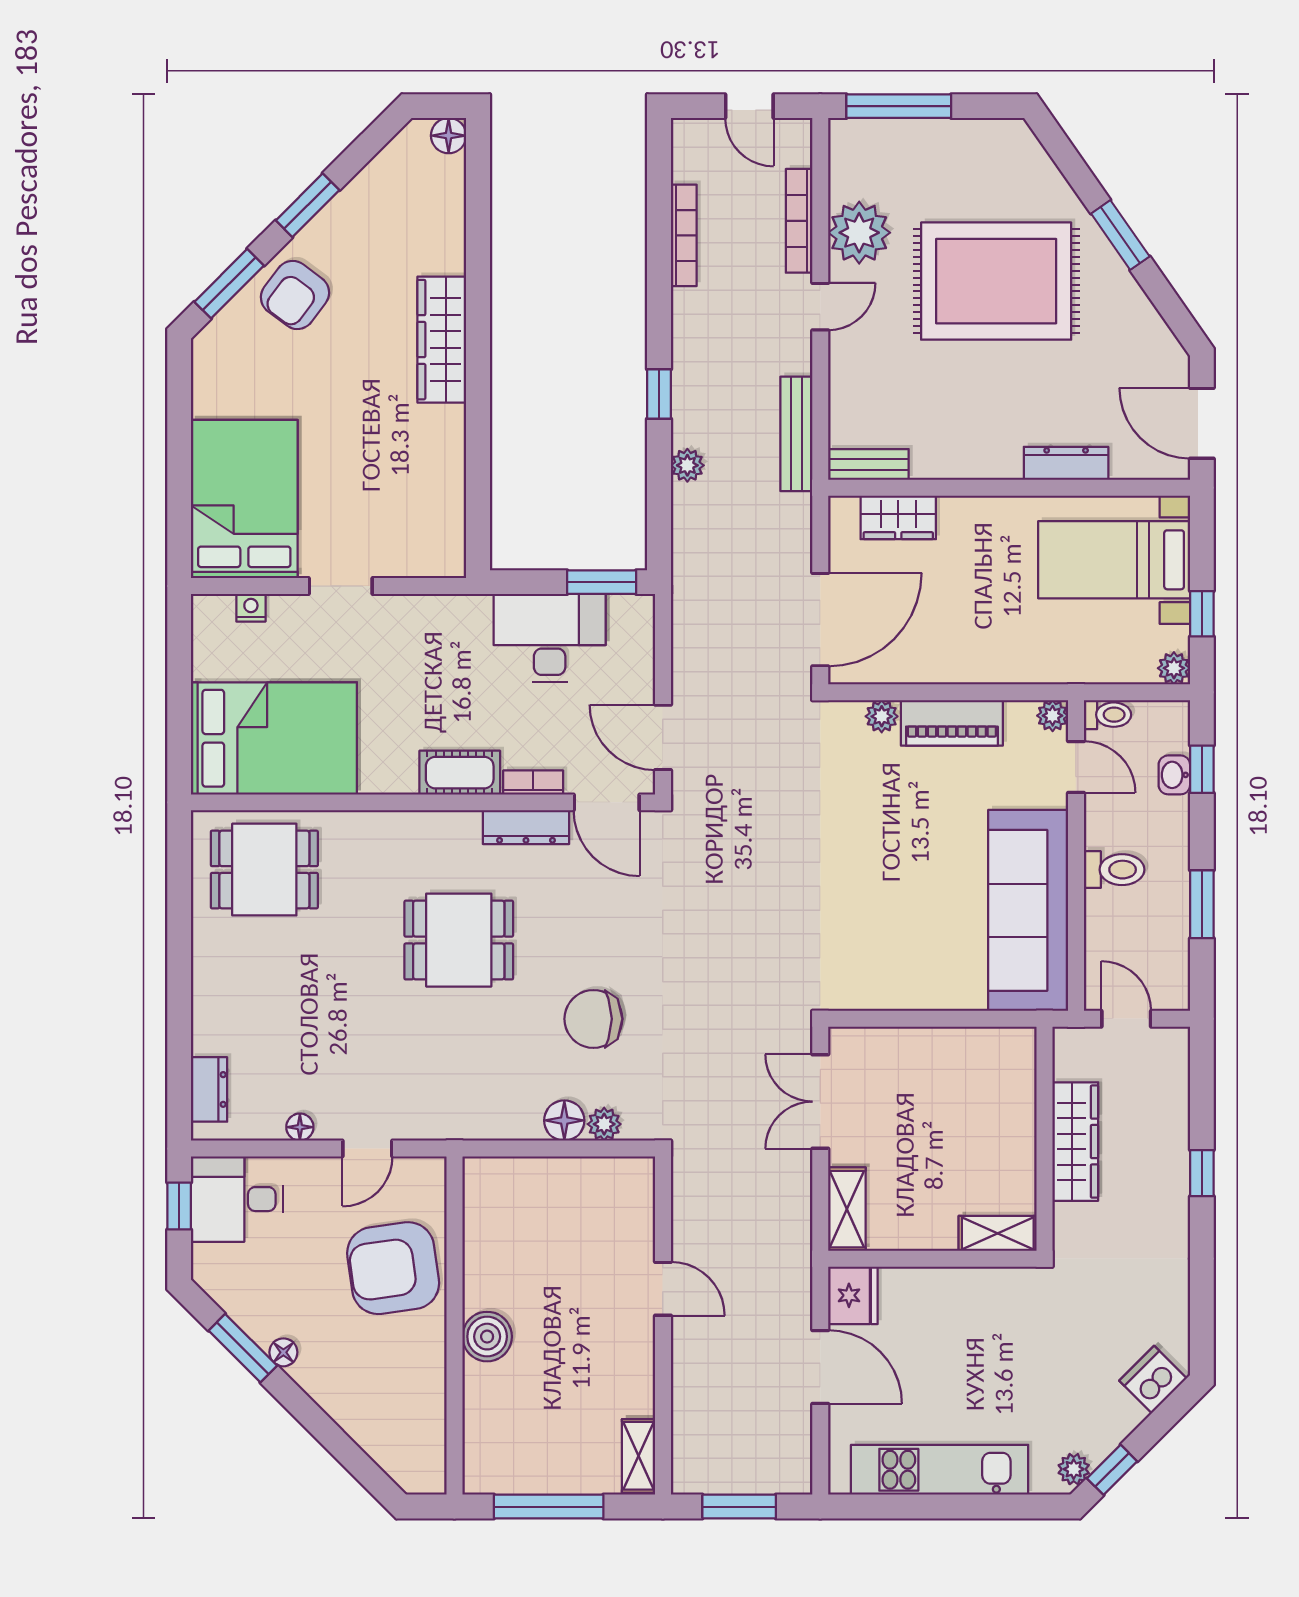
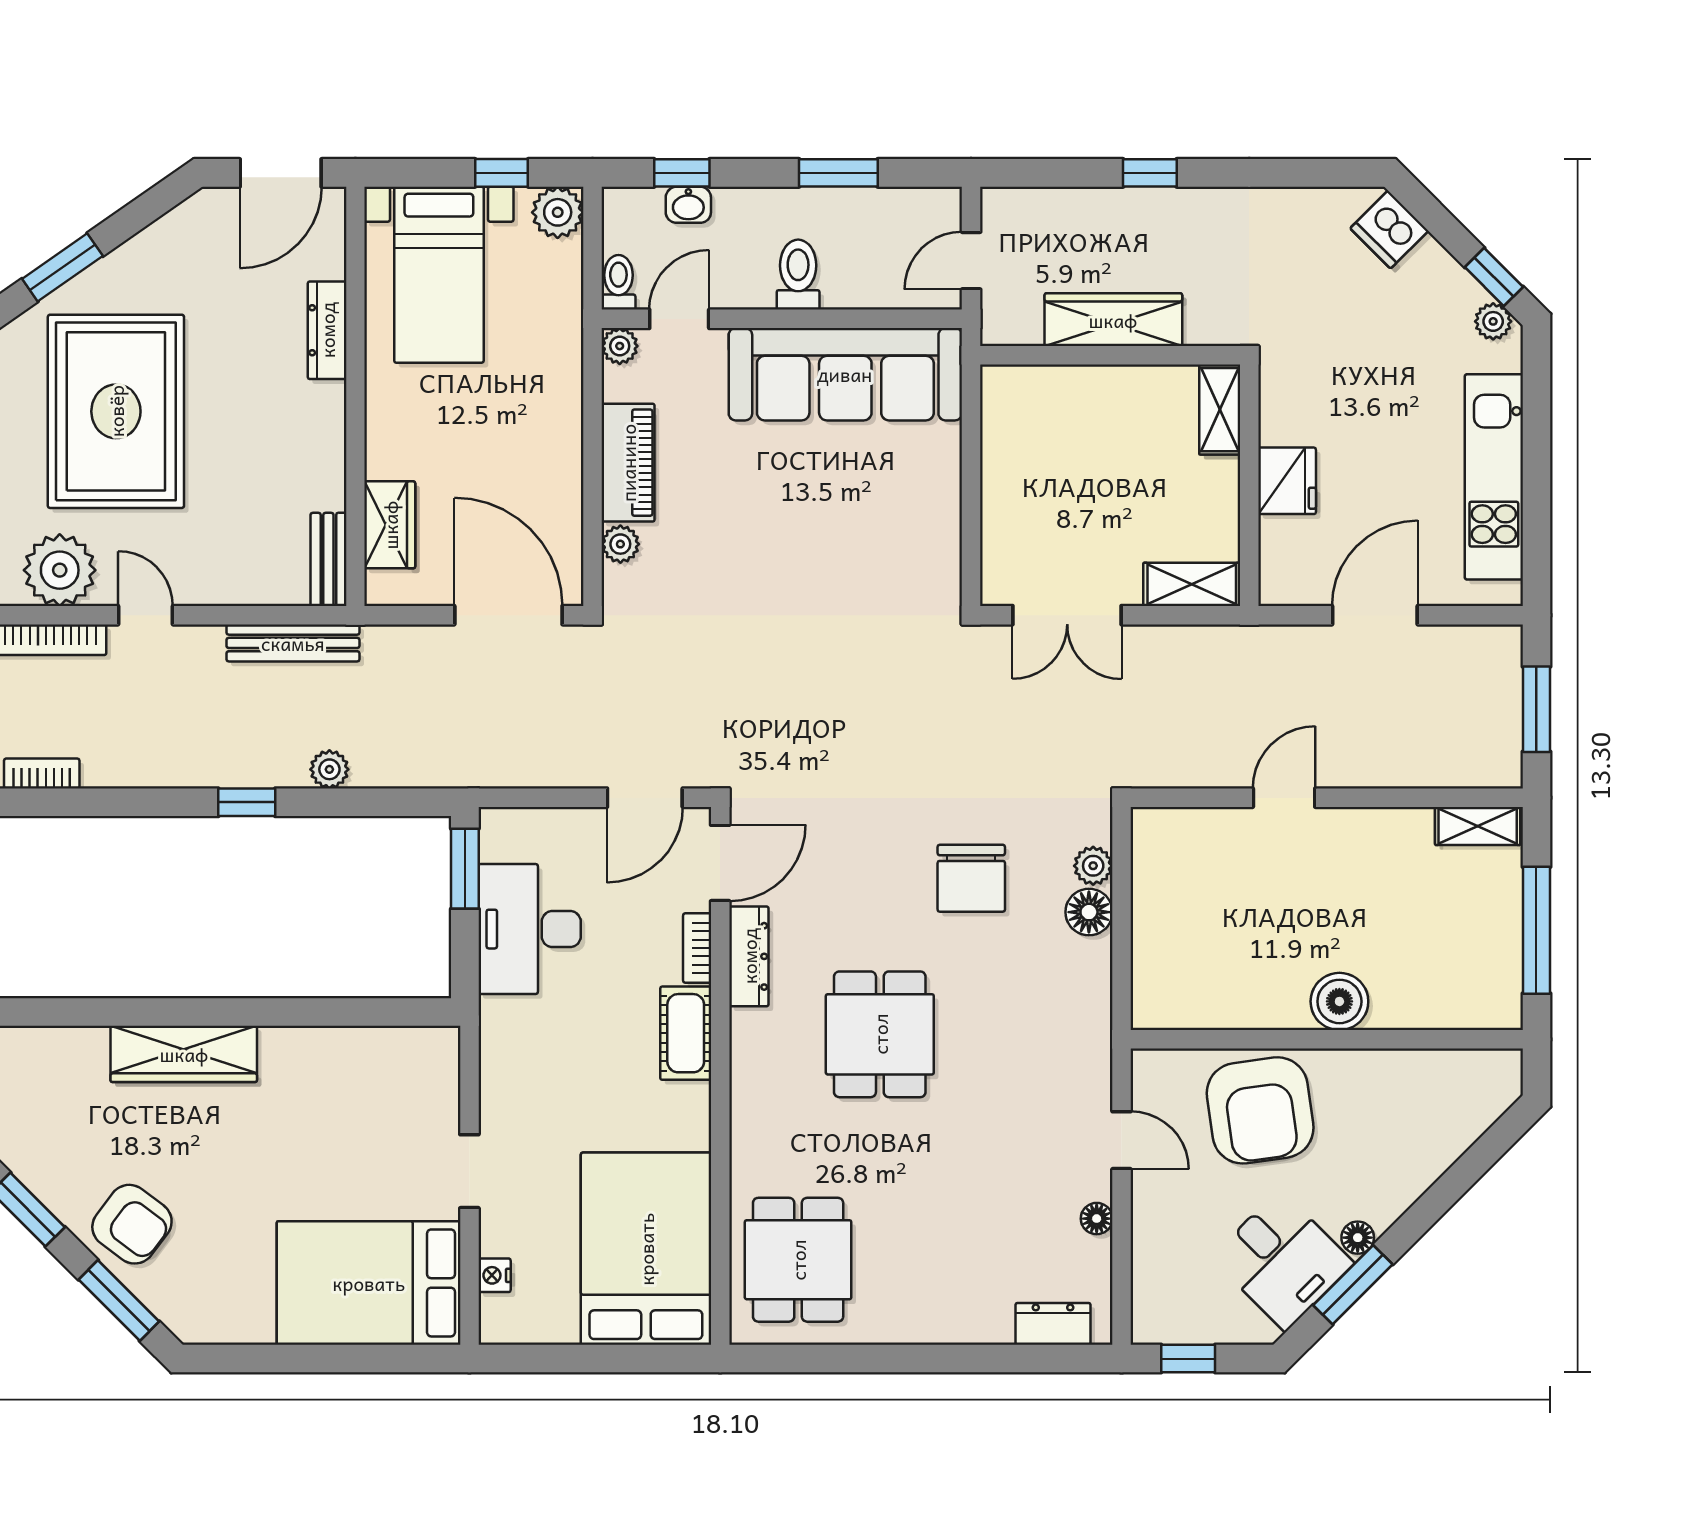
bookcase: (684, 235) -> (42, 773), width x0.64
plant: (1174, 668) -> (558, 212), width x1.38, depth x1.38
desk: (237, 1199) -> (1282, 1260), moved, turned -45
fridge: (853, 1295) -> (1287, 481), moved, turned 90

